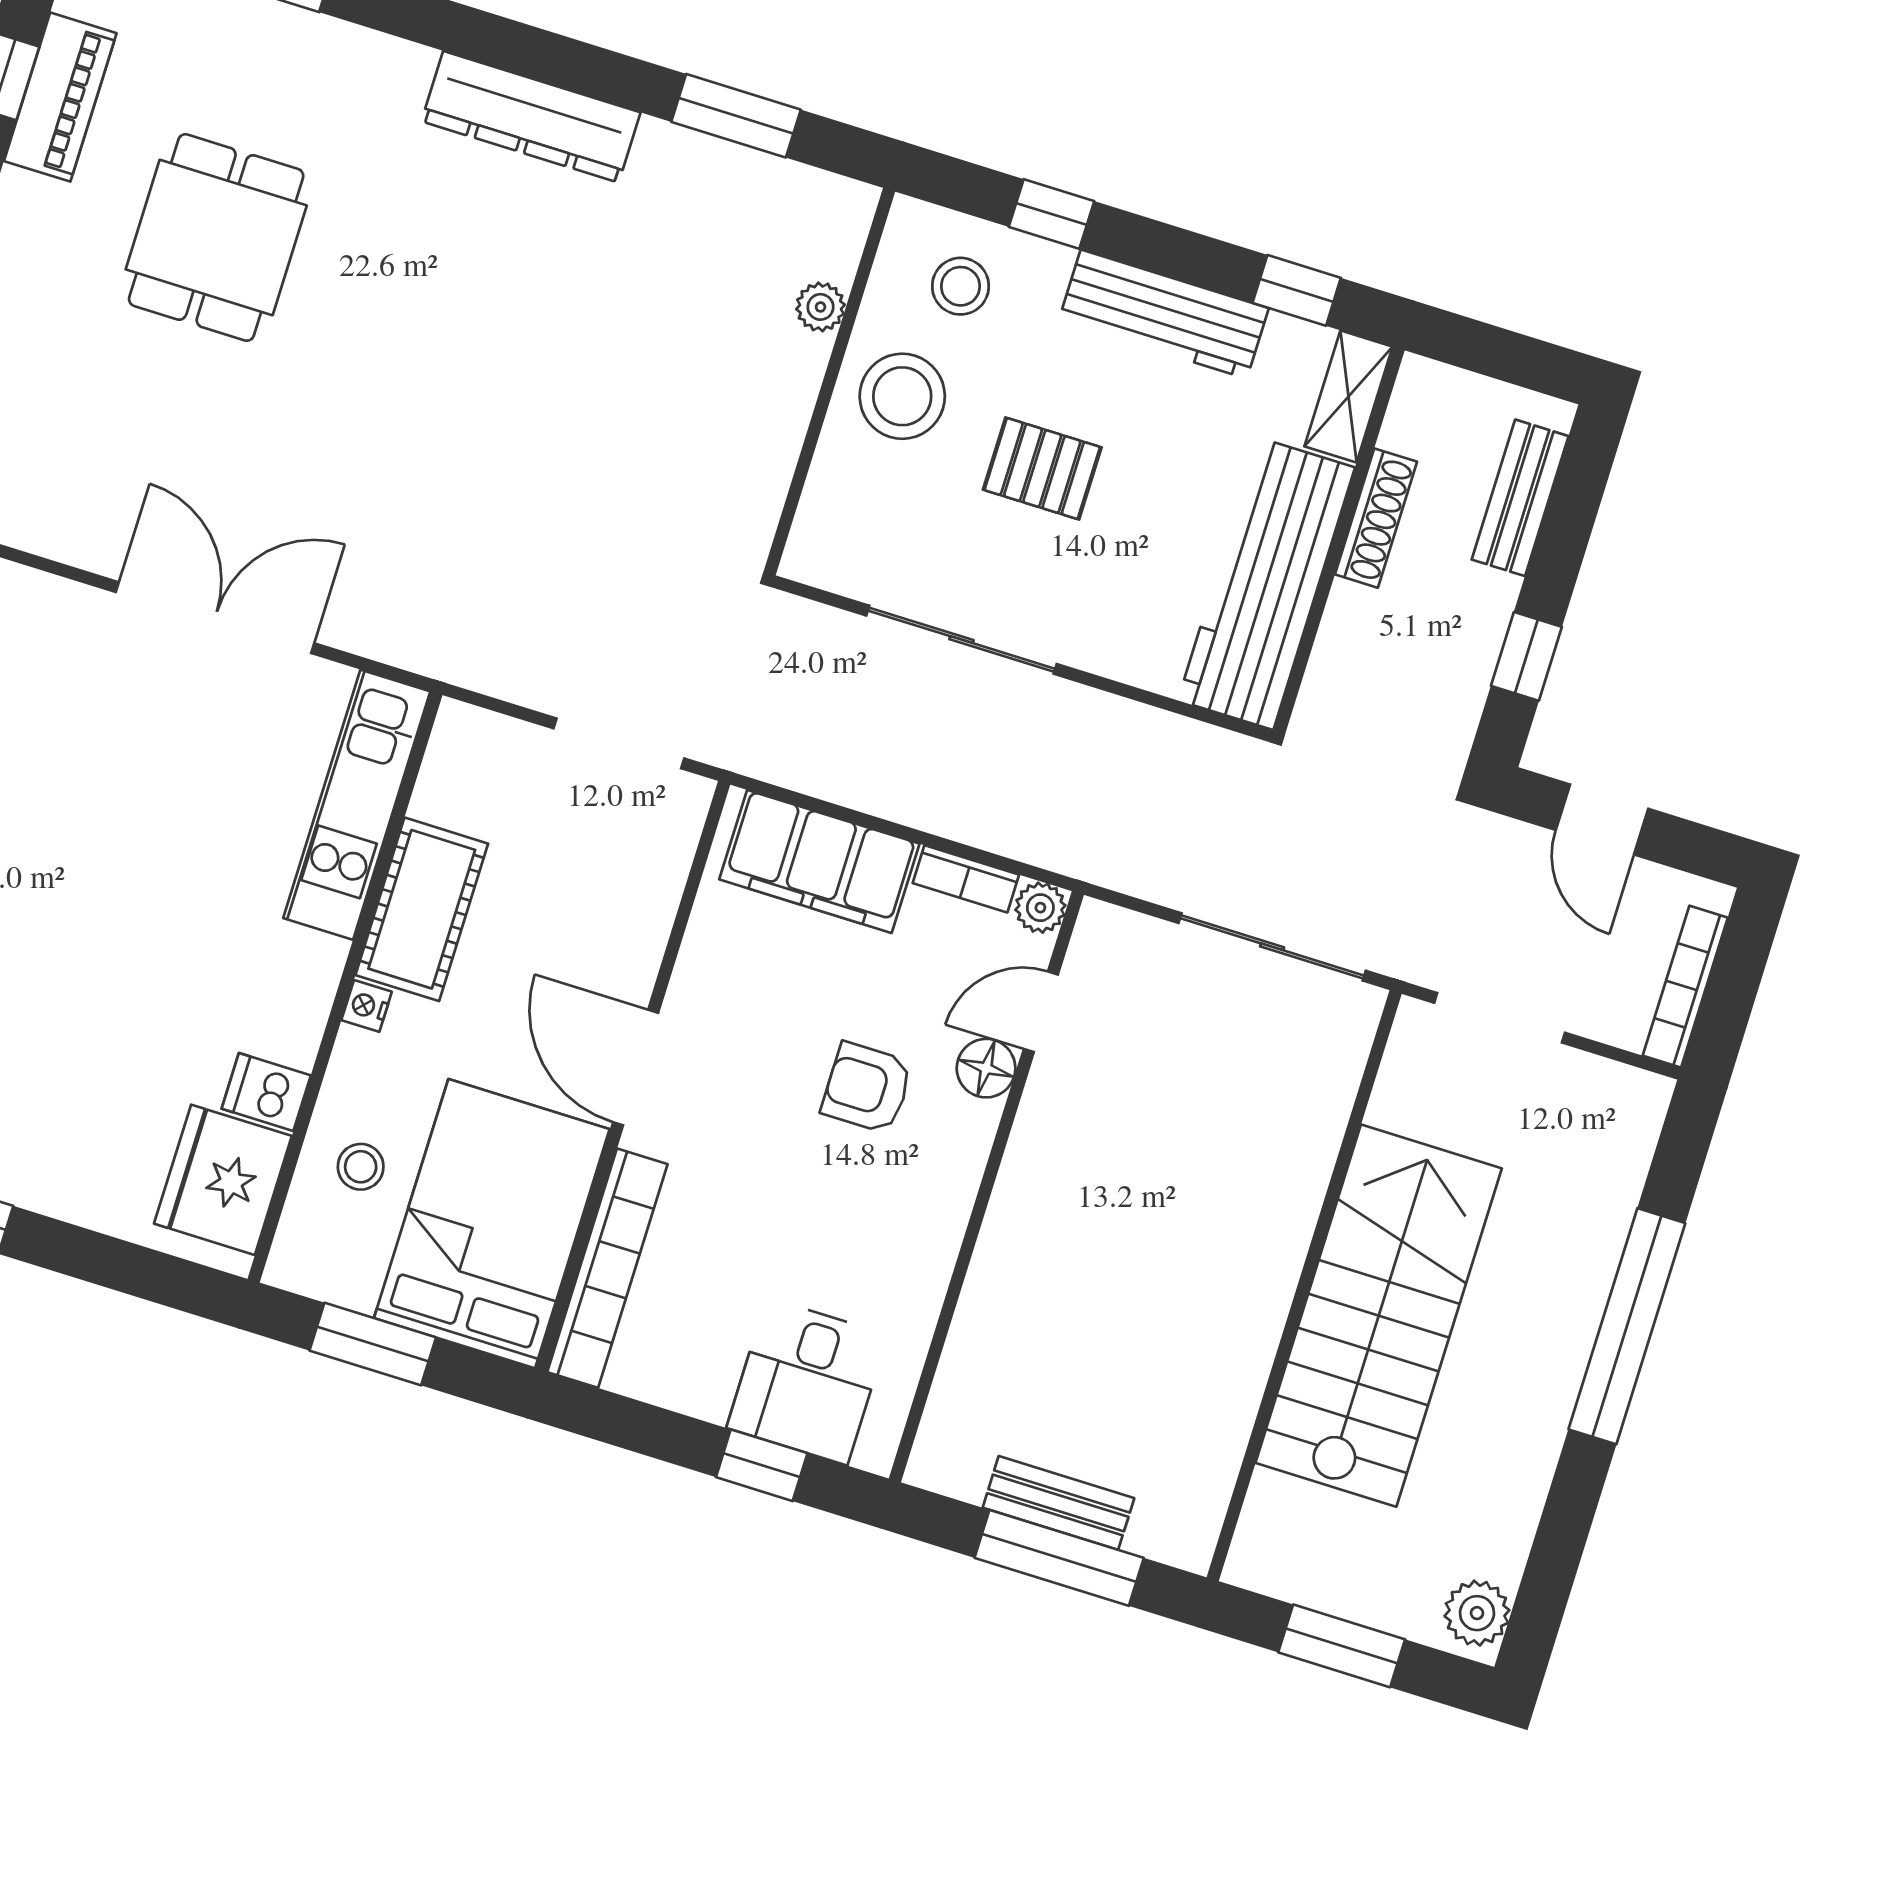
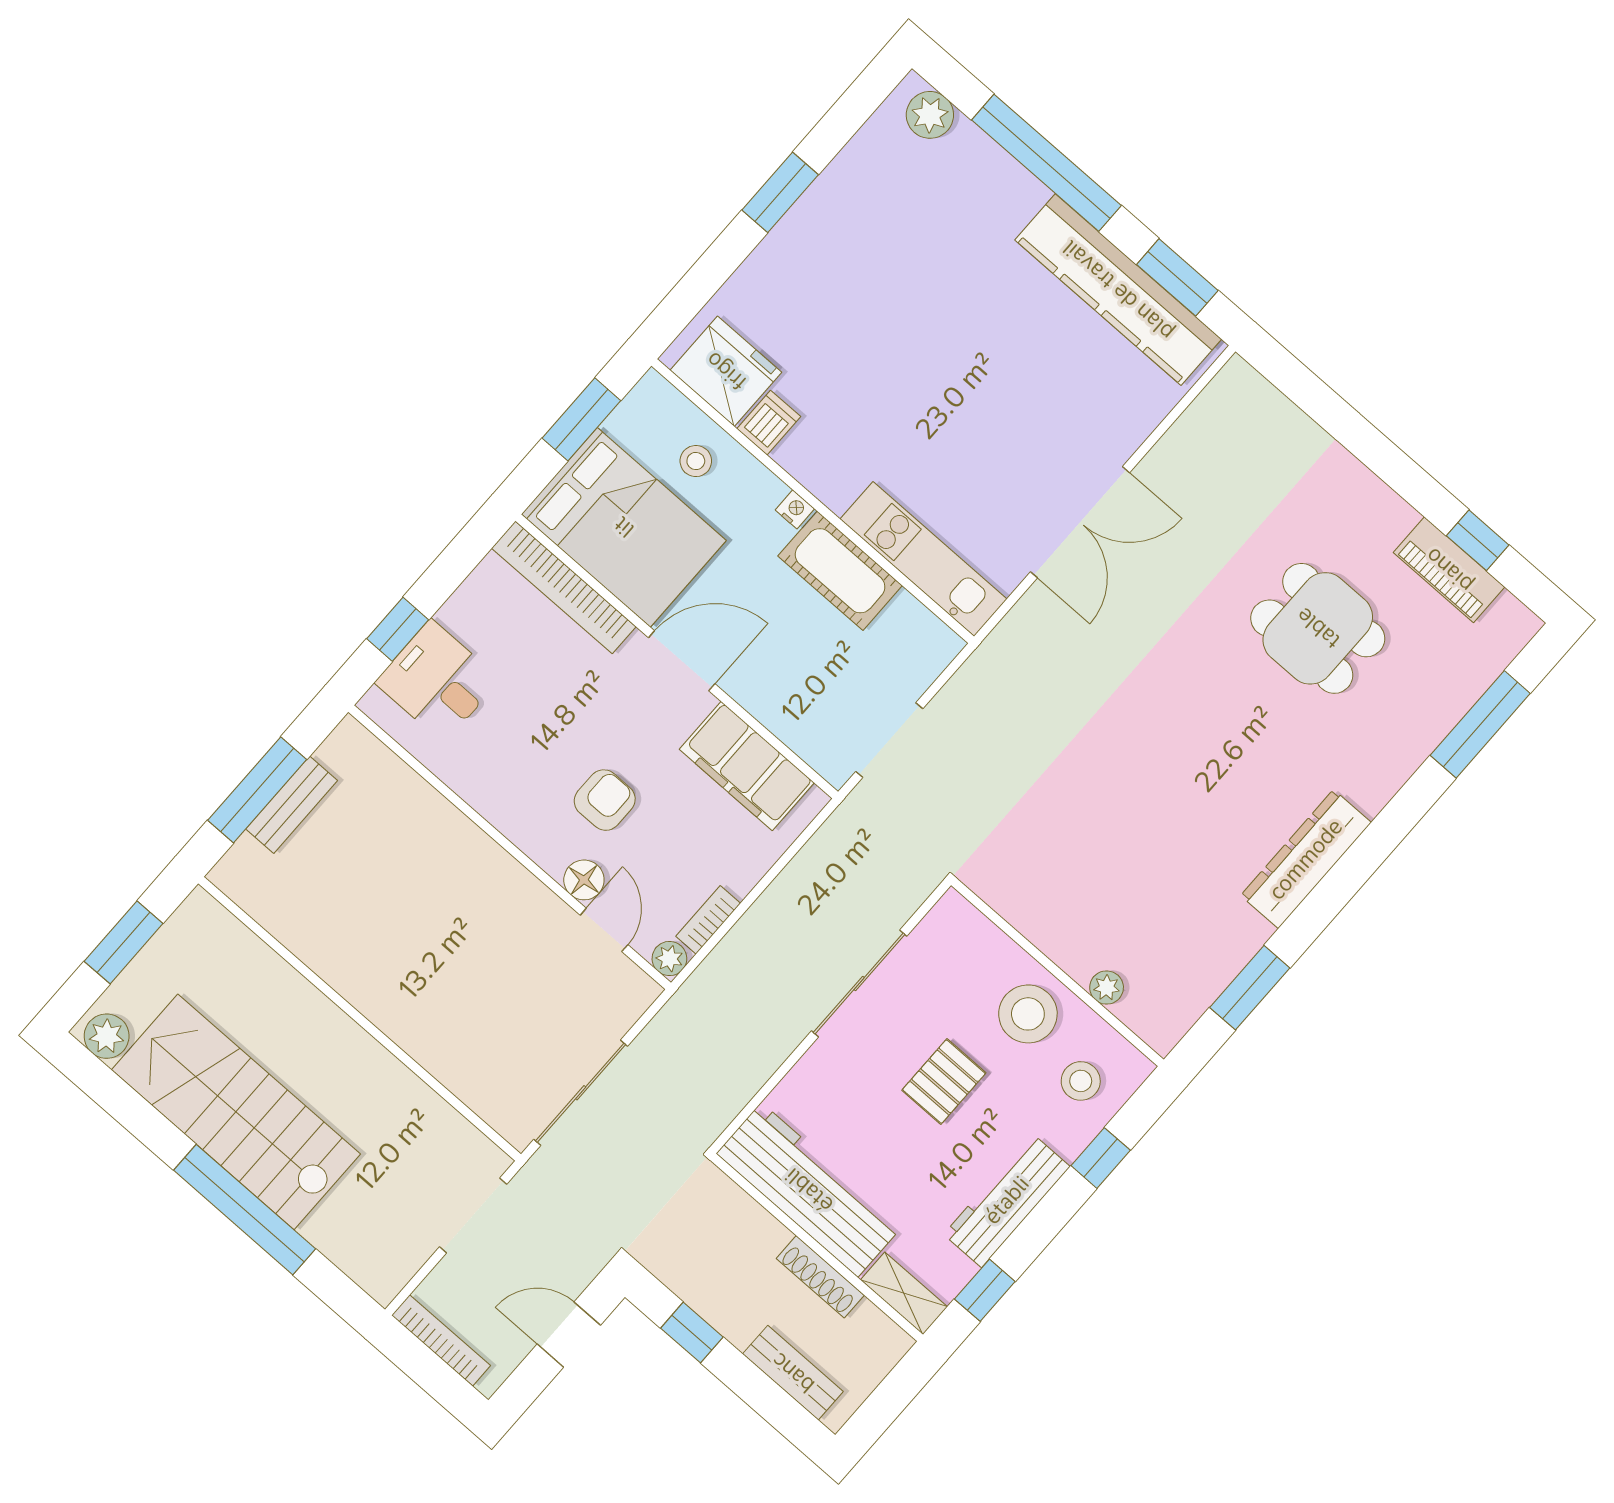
filing cabinet: (819, 862) -> (747, 766), moved, turned -90
stairs: (1379, 1316) -> (236, 1112), moved, turned 180

